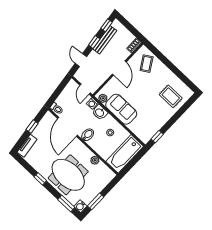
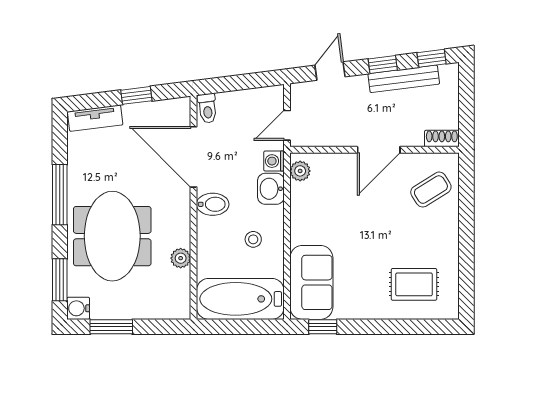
rug: (171, 96) -> (414, 284), turned 90
sofa: (121, 109) -> (311, 282), moved
door: (68, 127) -> (194, 157), hinge flipped
window: (40, 179) -> (60, 195), width x2.17

